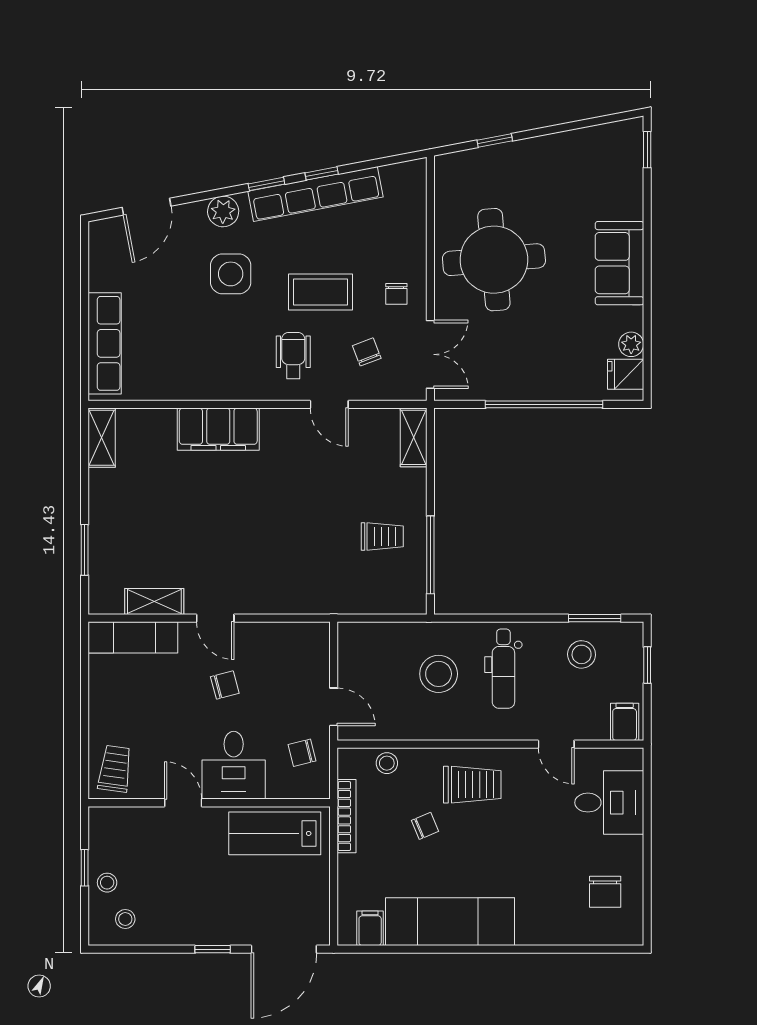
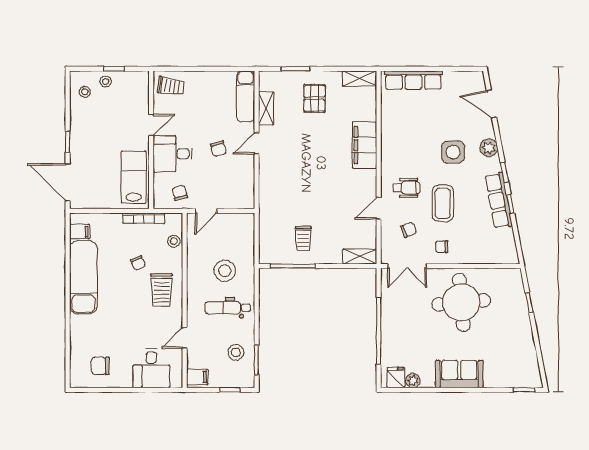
row of seats: (315, 194) -> (499, 200), width x0.73
pallet: (137, 517) -> (314, 98), added

